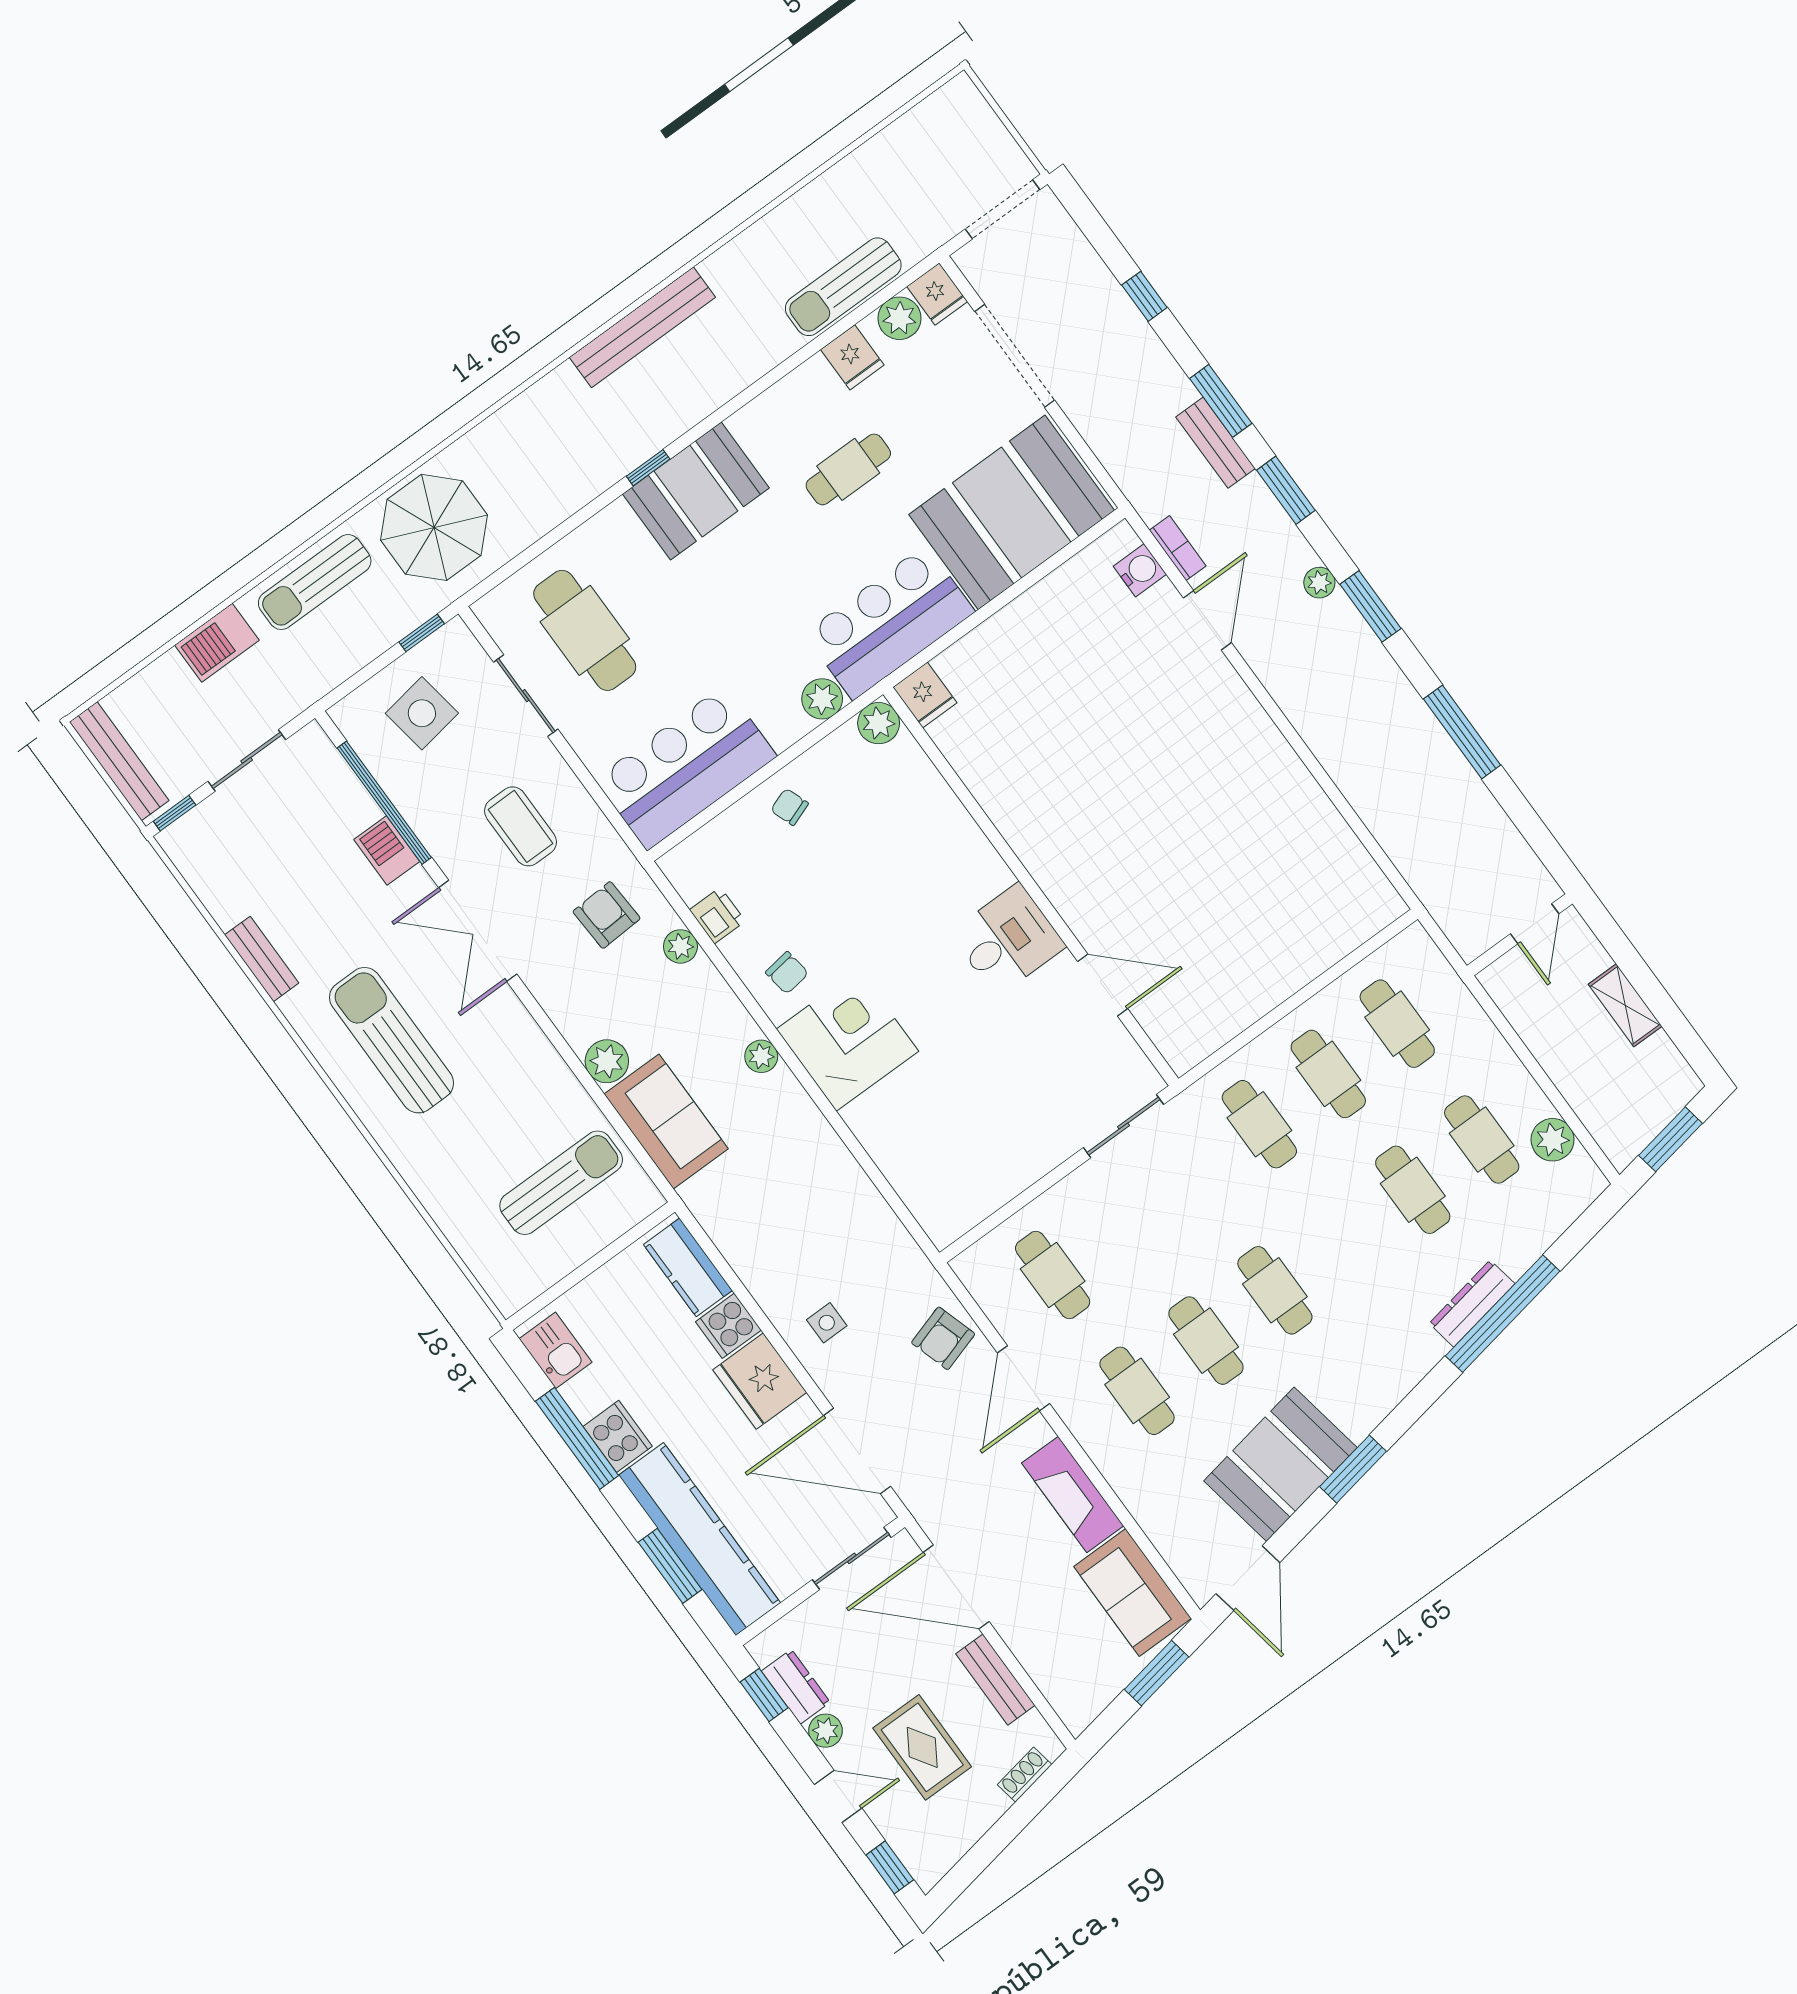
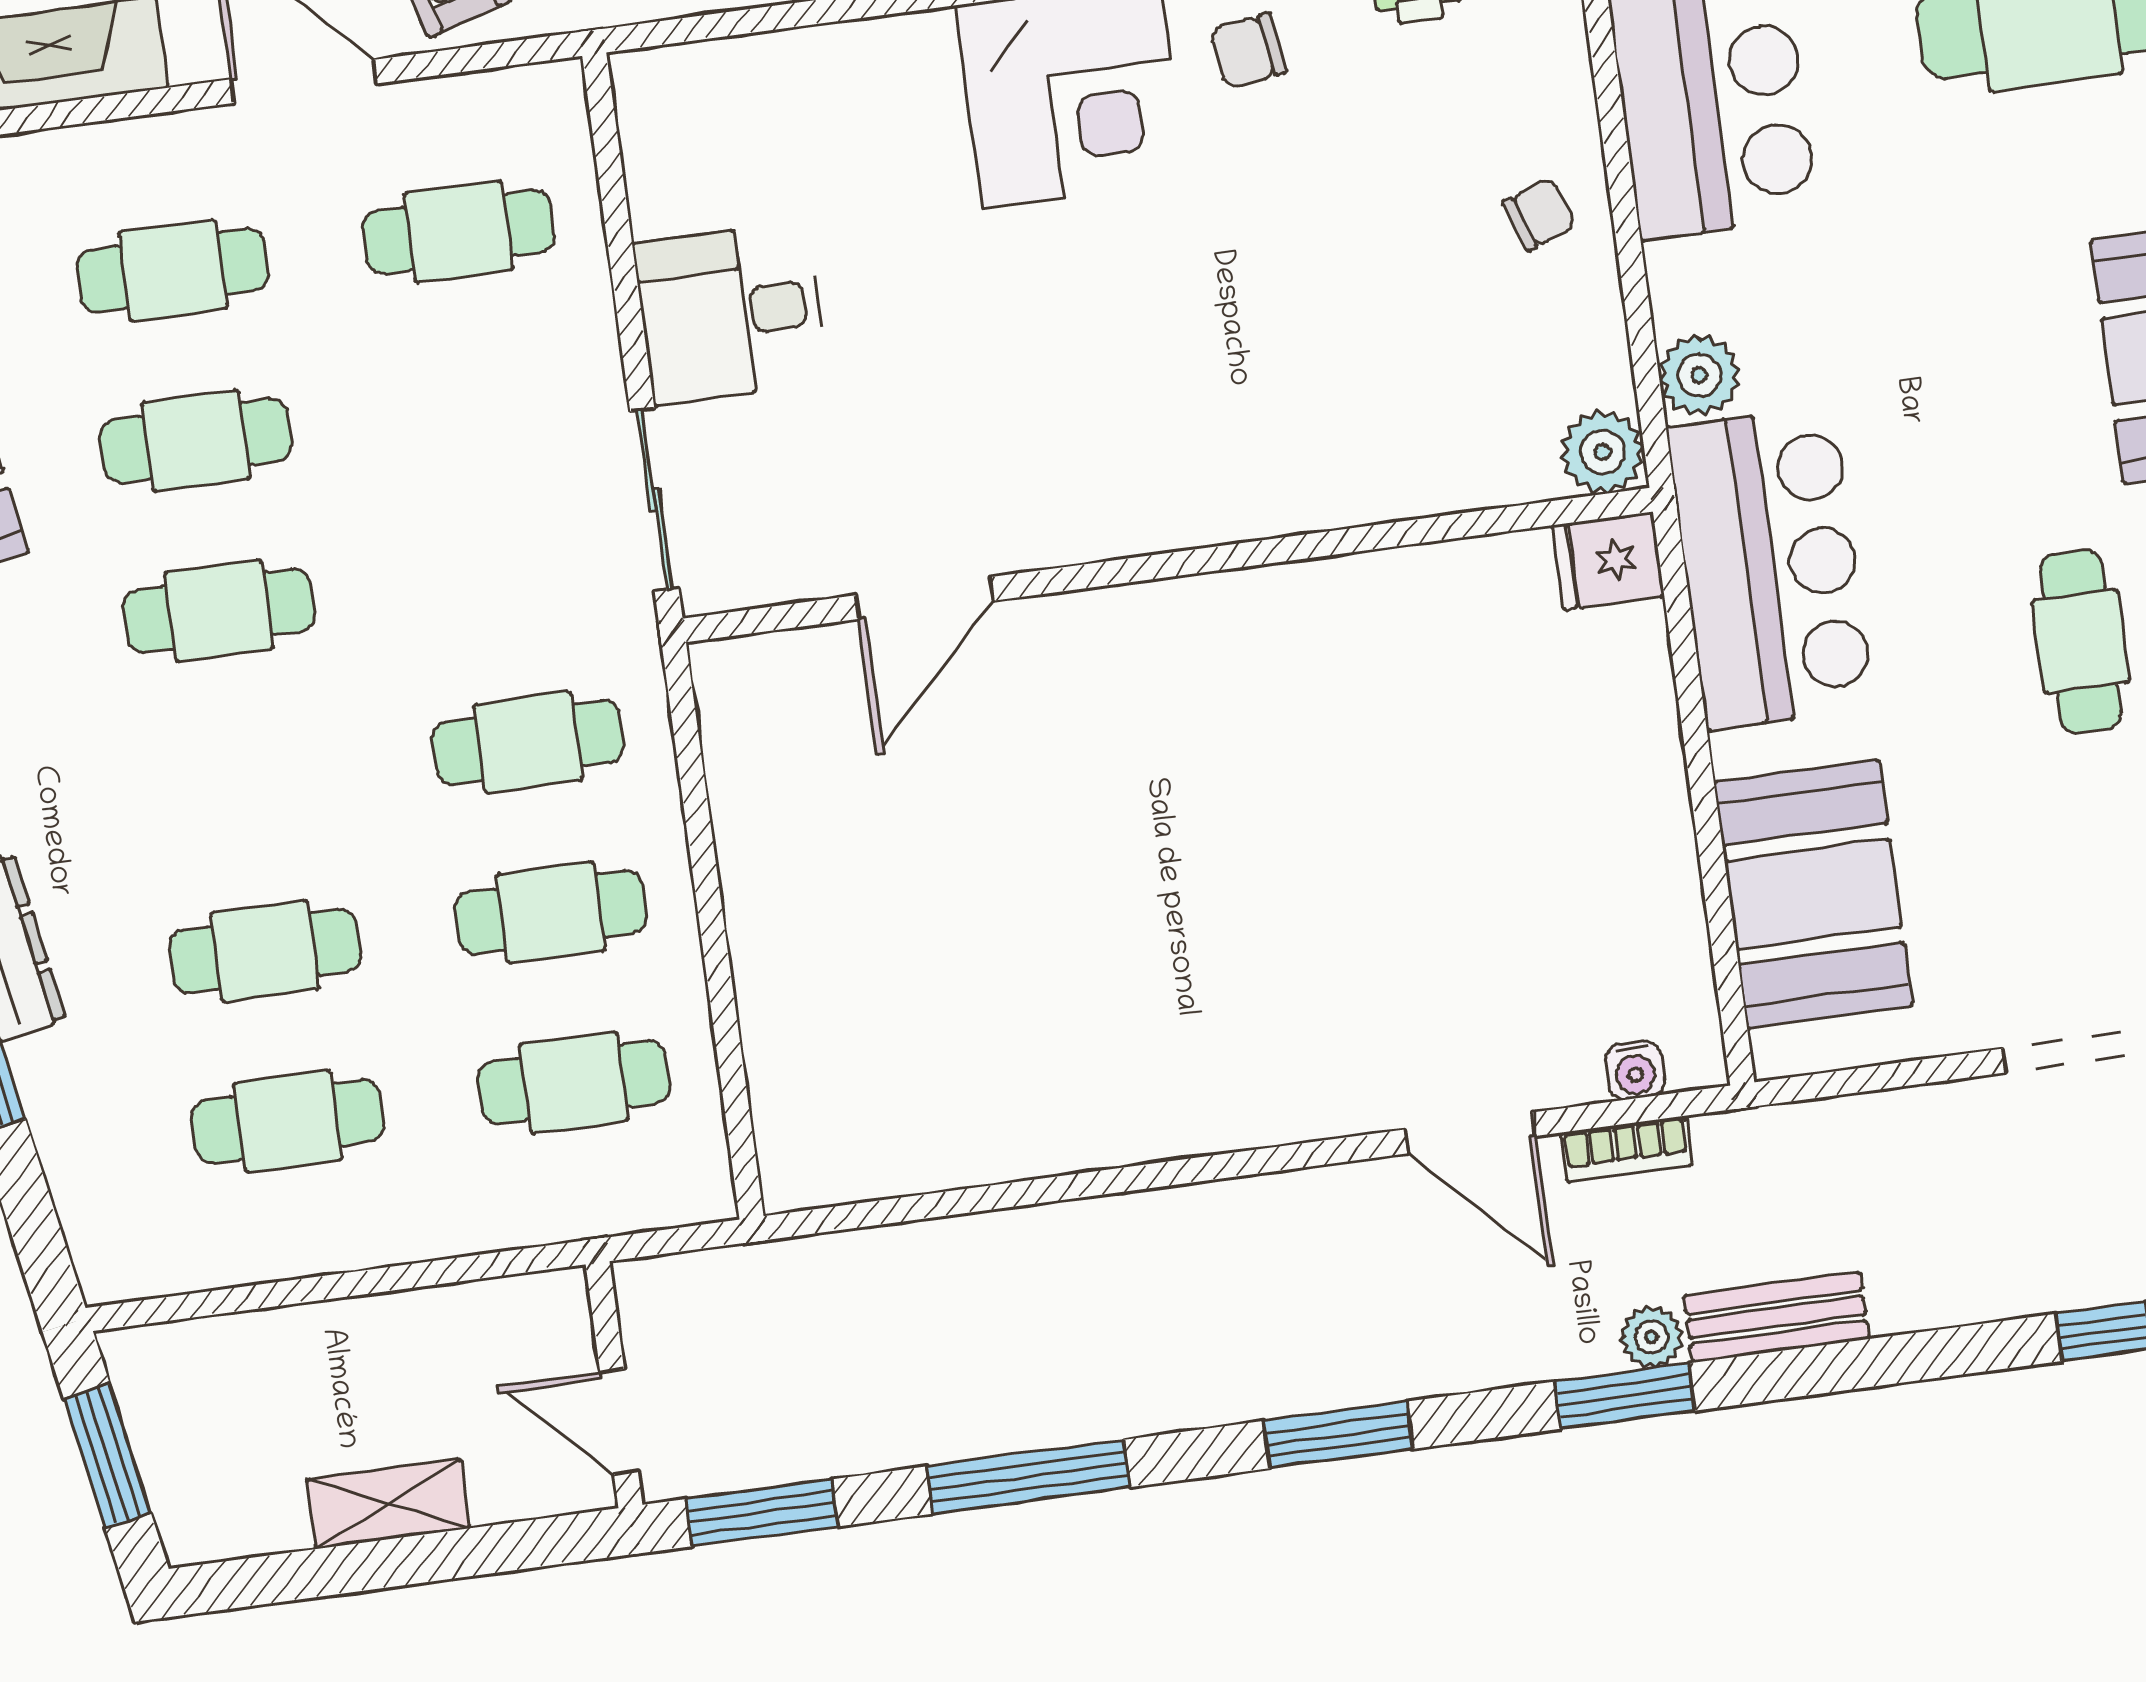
window: (1221, 401) -> (762, 1513), moved
booth: (1012, 512) -> (1813, 894), width x0.73, depth x0.70
water cooler: (1140, 570) -> (1635, 1070), width x0.72, depth x0.72
plant: (1319, 583) -> (1651, 1337), moved
desk: (1008, 940) -> (731, 313), moved, turned 90
plant: (1553, 1140) -> (220, 1246), removed

